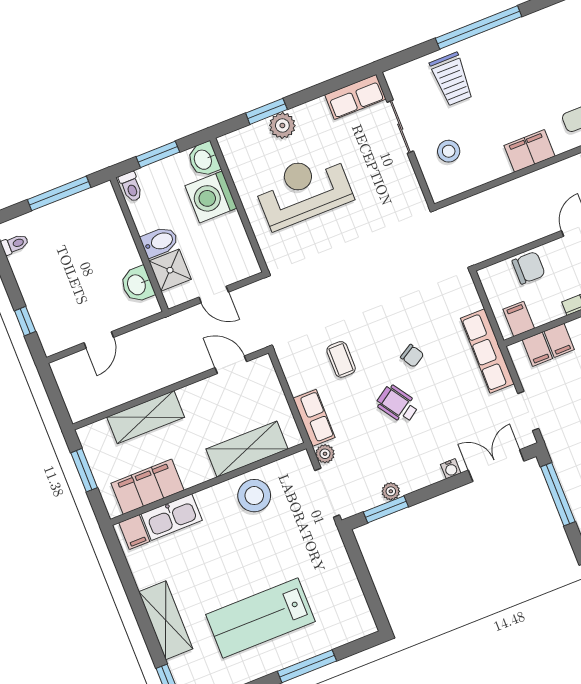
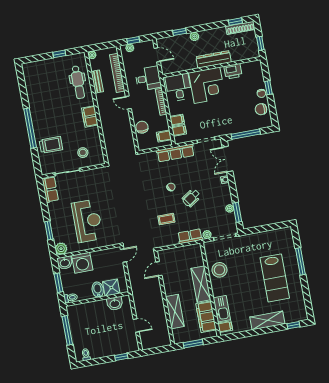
plant: (282, 125) -> (61, 249), moved
reception desk: (303, 190) -> (87, 221), turned 180
door: (214, 295) -> (123, 255), moved
shelving: (247, 449) -> (201, 284), moved

